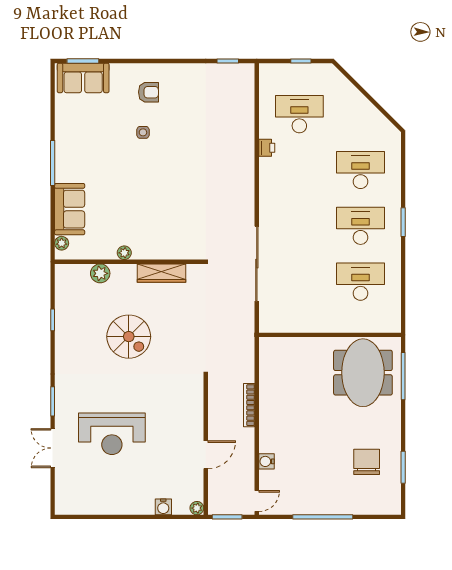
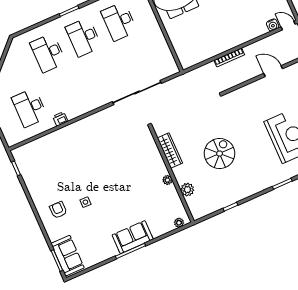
sofa: (70, 209) -> (133, 237), moved
water cooler: (267, 461) -> (273, 25), moved

